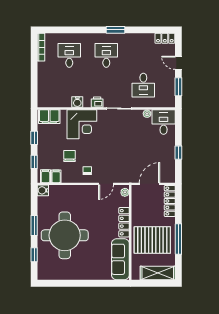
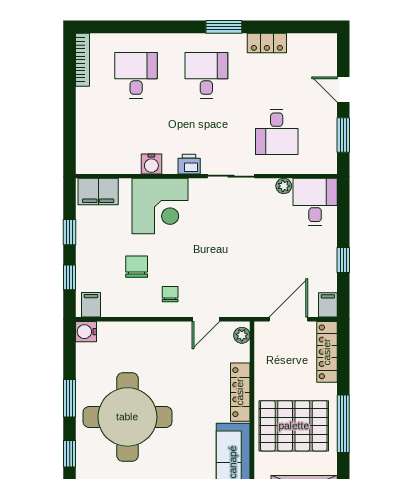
locker: (165, 38) -> (267, 43), moved
filing cabinet: (56, 176) -> (328, 305), moved

